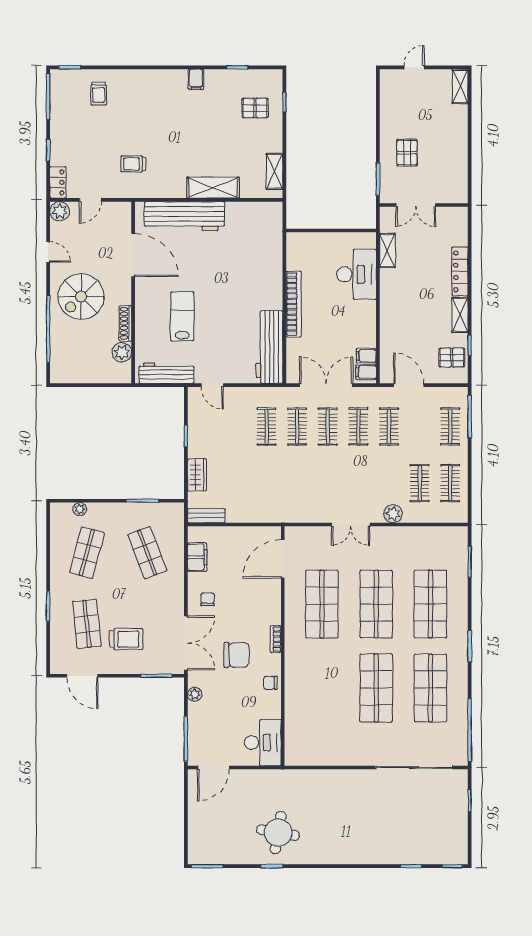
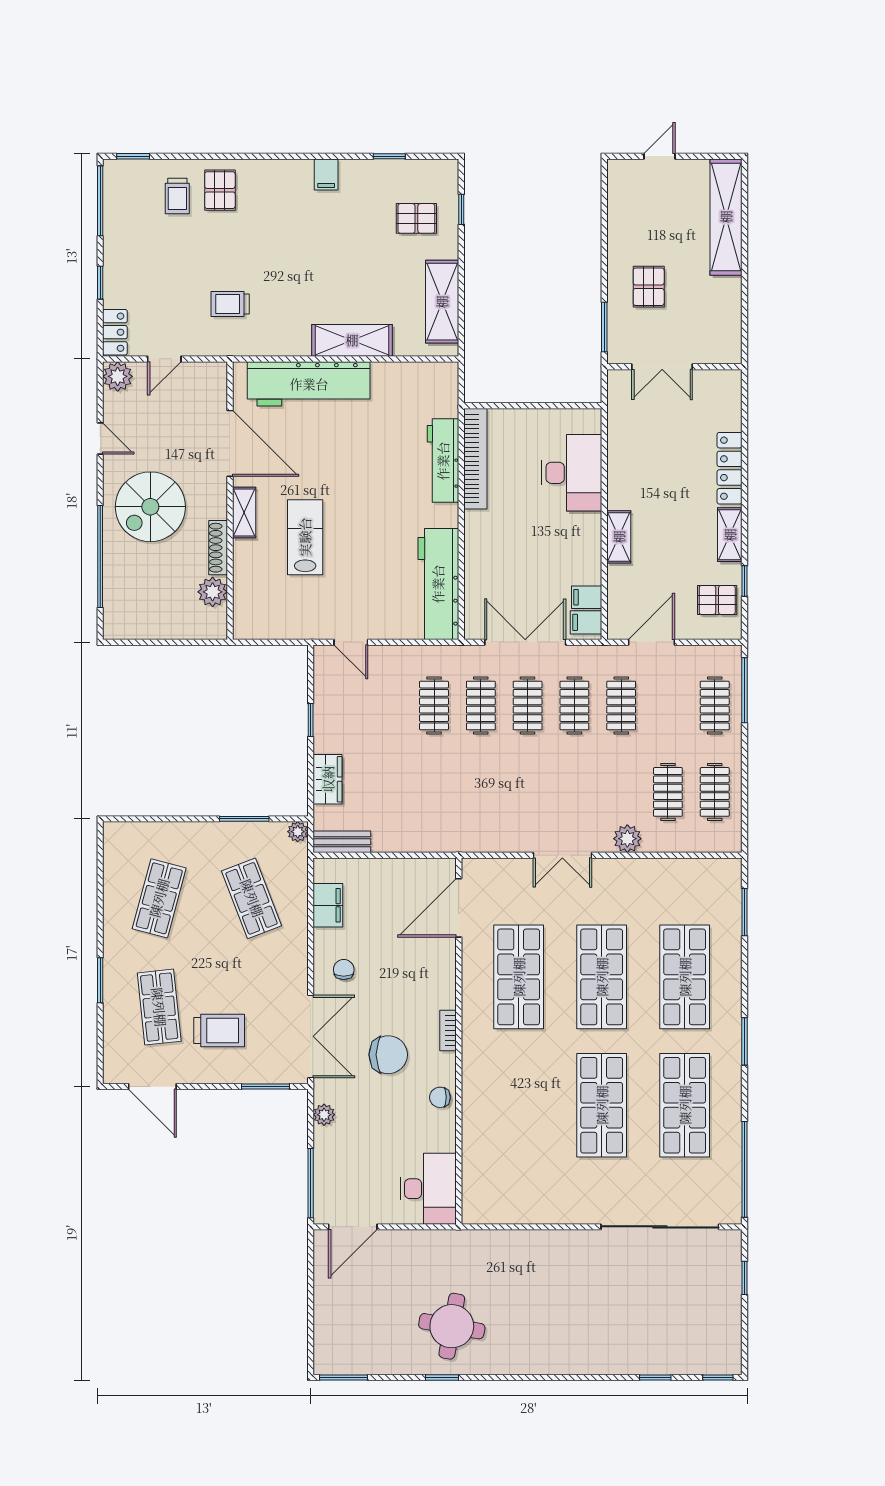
shelving: (460, 86) -> (726, 217), width x2.20, depth x1.33
pallet: (127, 89) -> (220, 190), added
shelving: (275, 171) -> (442, 302), width x1.50, depth x1.33
shelving: (387, 251) -> (619, 537), moved
shelving: (142, 300) -> (244, 513), added
bookcase: (294, 304) -> (475, 459), moved
workbench: (167, 373) -> (443, 461), moved, turned -90
door: (409, 385) -> (651, 642), hinge flipped
plant: (80, 509) -> (298, 832), moved

